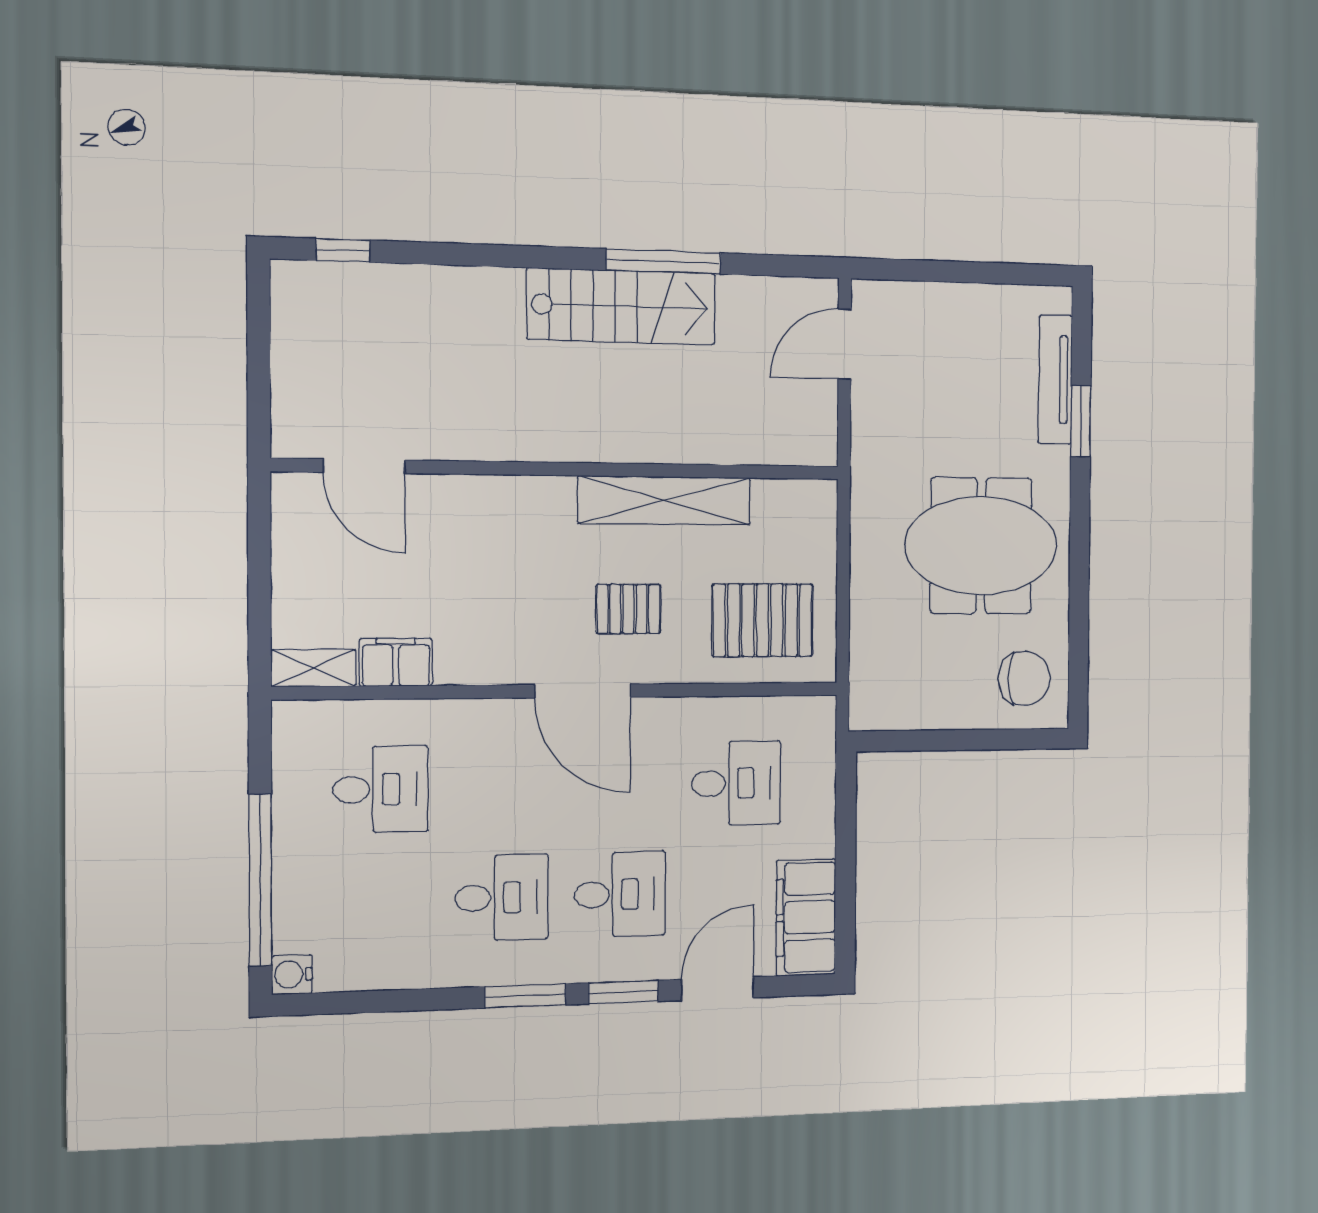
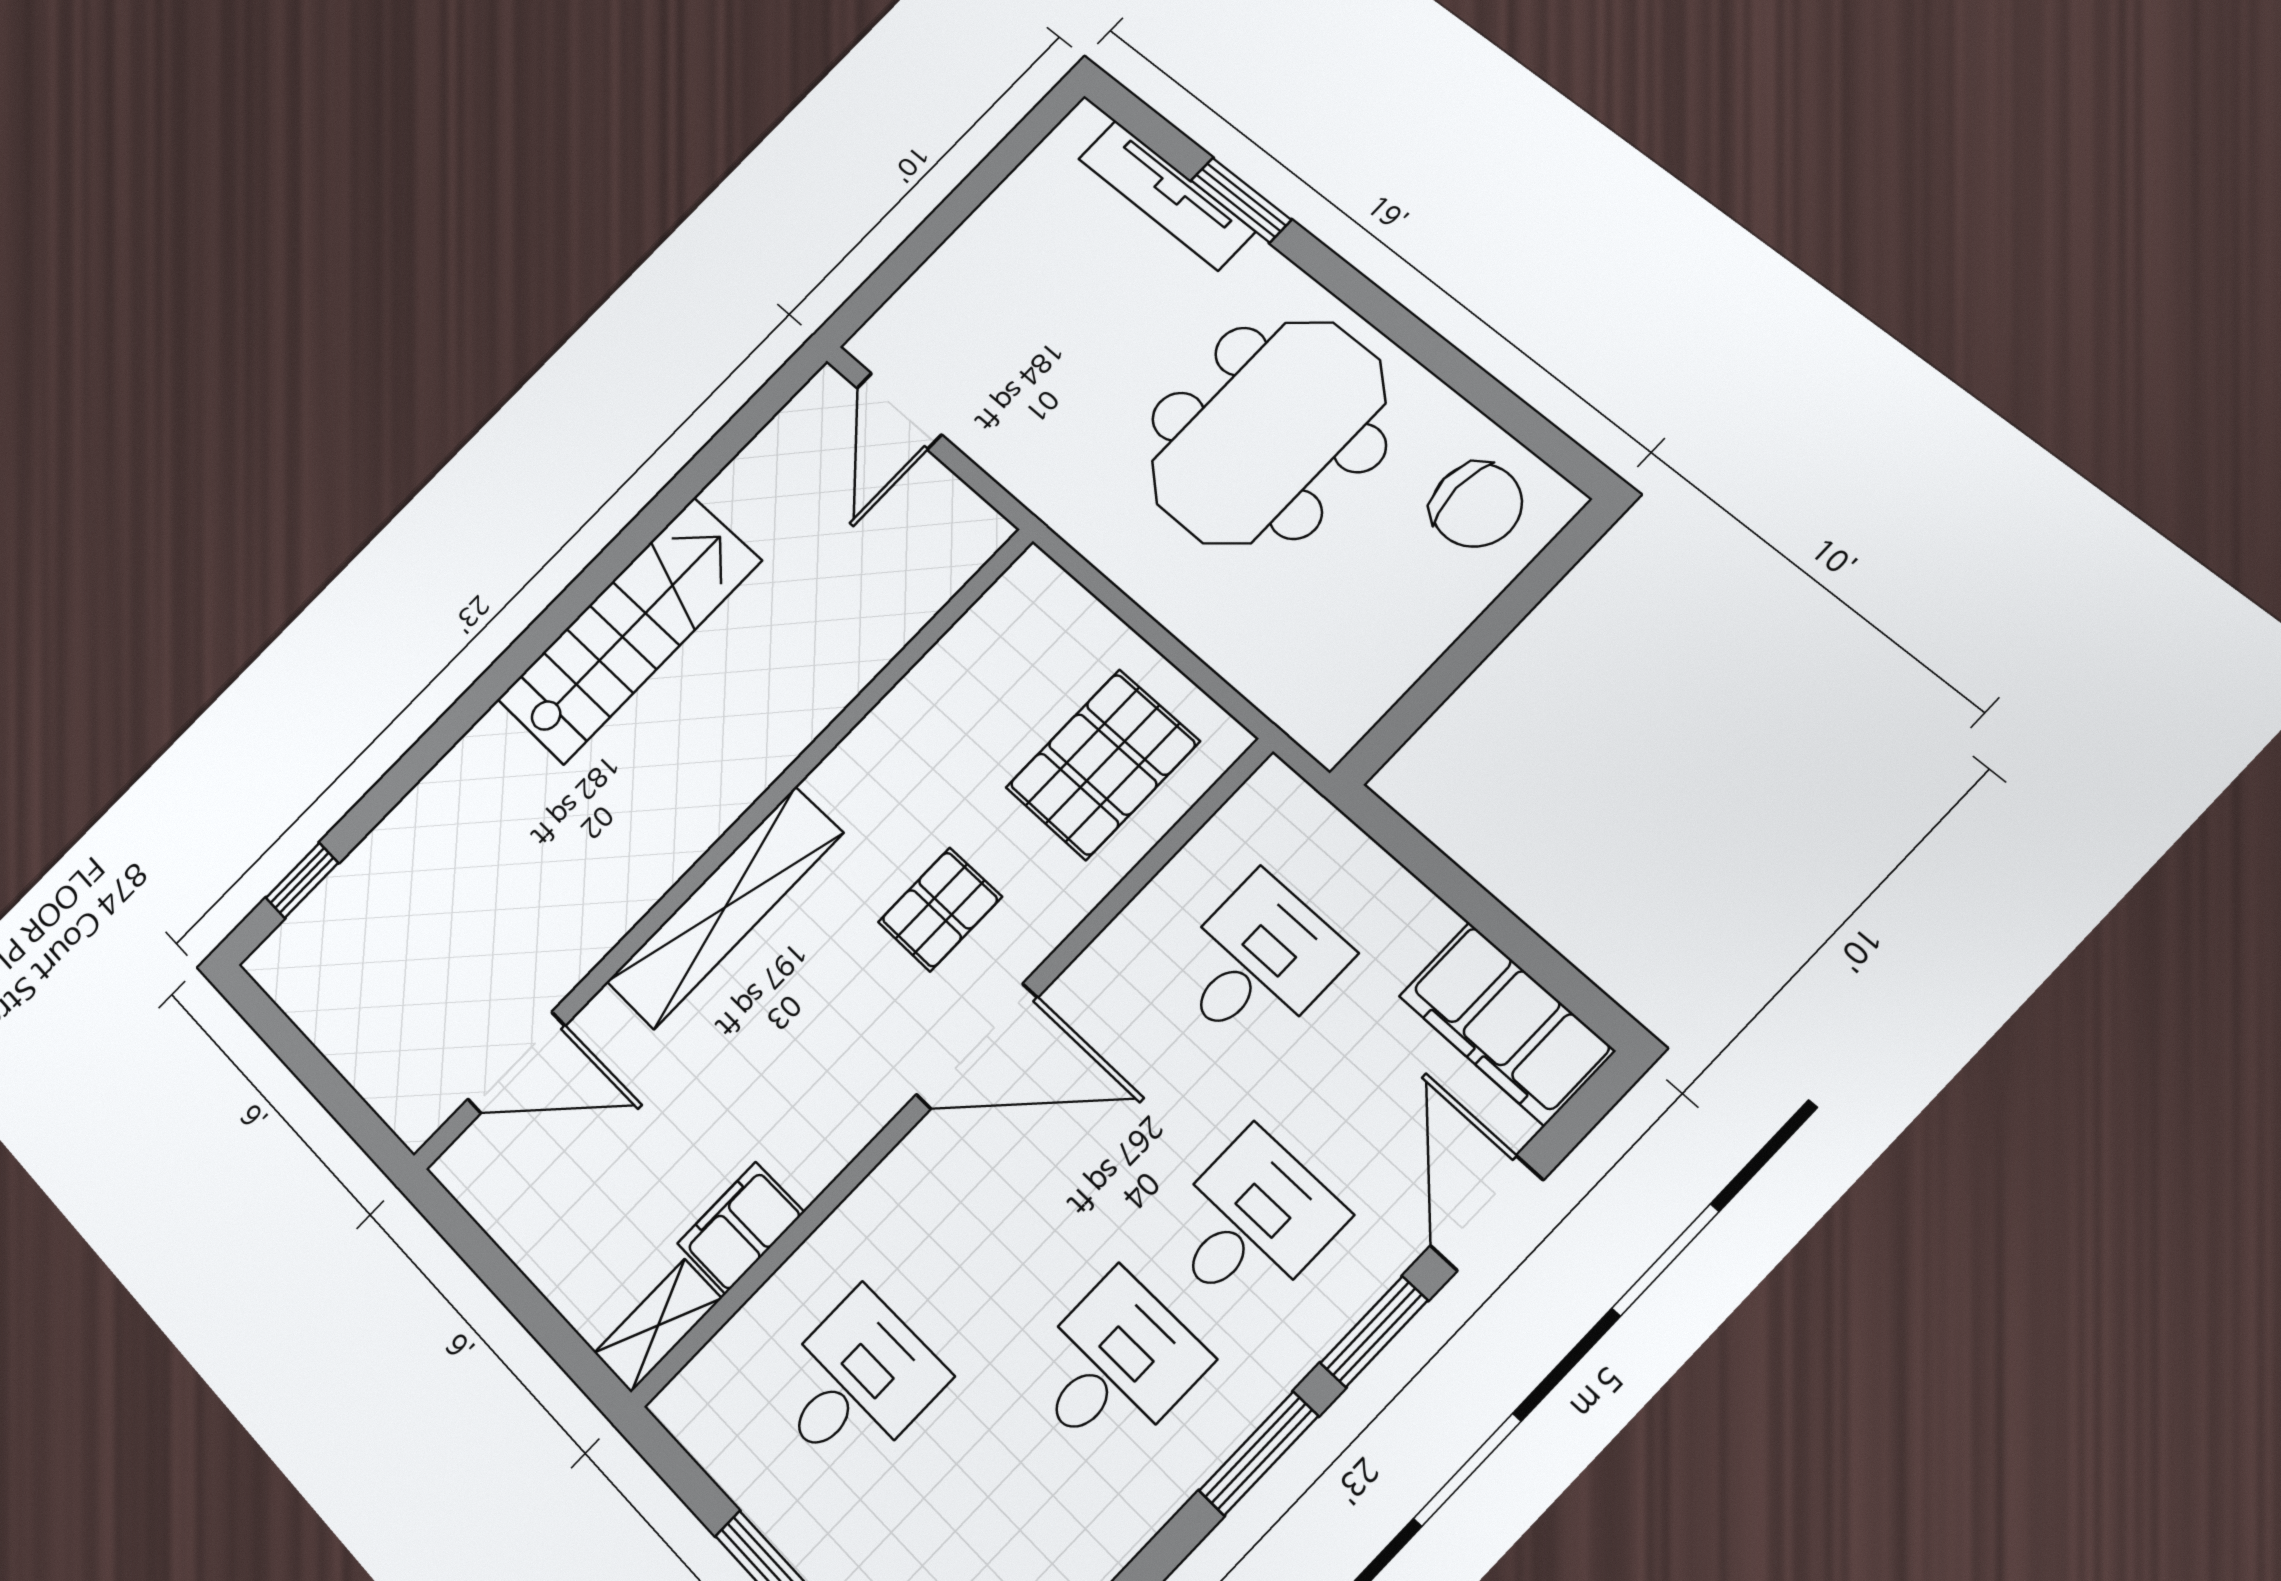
window: (664, 262) -> (630, 544), removed
shelving: (664, 500) -> (725, 907), moved
chair: (1024, 679) -> (1477, 505), turned 90

